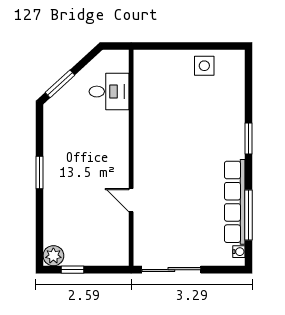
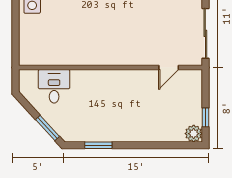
window: (40, 173) -> (98, 145), moved
door: (131, 200) -> (169, 68), moved

